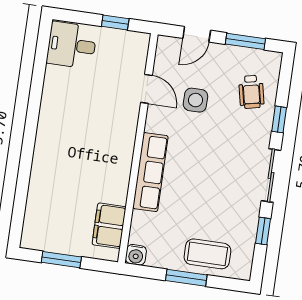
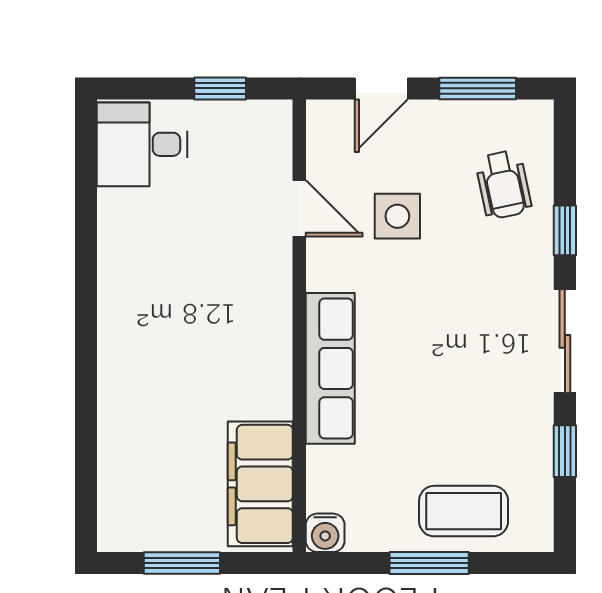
filing cabinet: (109, 226) -> (260, 484), width x1.50, depth x1.17

